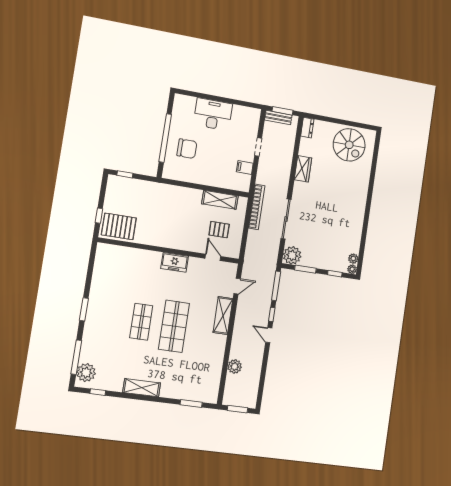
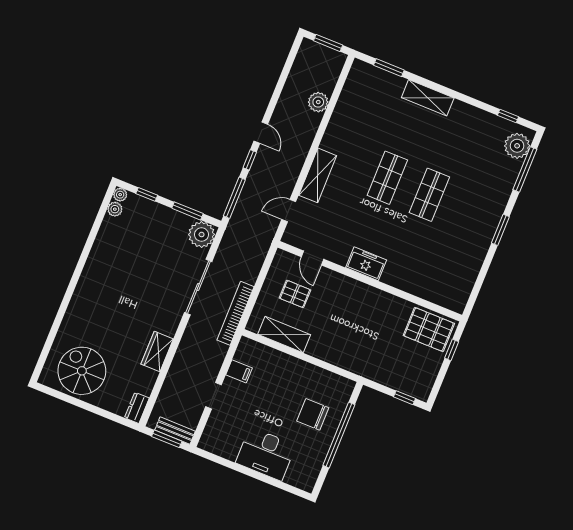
shop shelf: (174, 326) -> (387, 178), width x0.70, depth x0.74
shelving: (142, 388) -> (428, 98), moved

